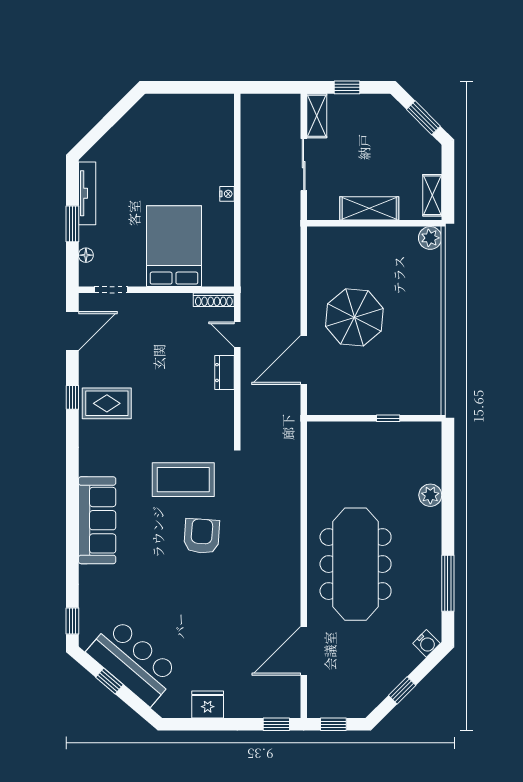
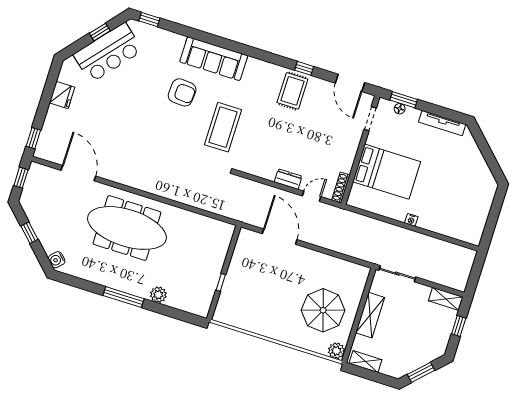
sliding door: (304, 165) -> (397, 274), moved
window: (72, 224) -> (404, 100), moved
parasol: (354, 317) -> (323, 310), moved
armchair: (202, 536) -> (182, 92), moved
window: (448, 583) -> (123, 297), moved

